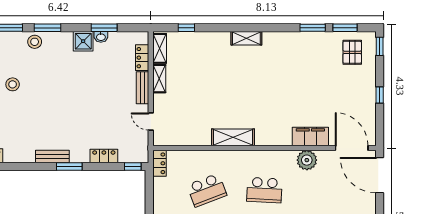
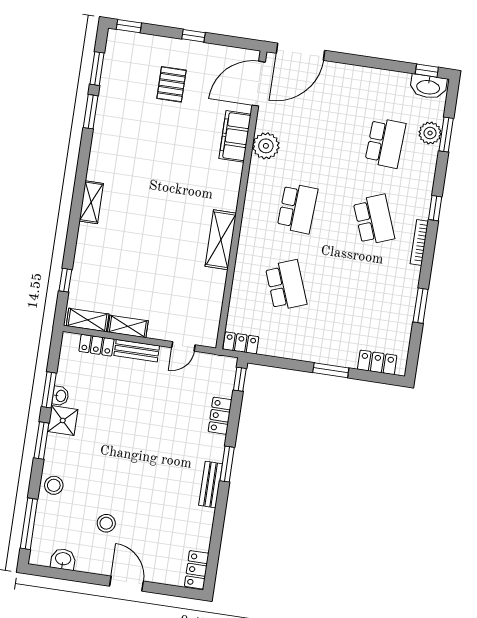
window: (47, 28) -> (41, 440), moved
pallet: (352, 52) -> (171, 84), moved, turned 90

